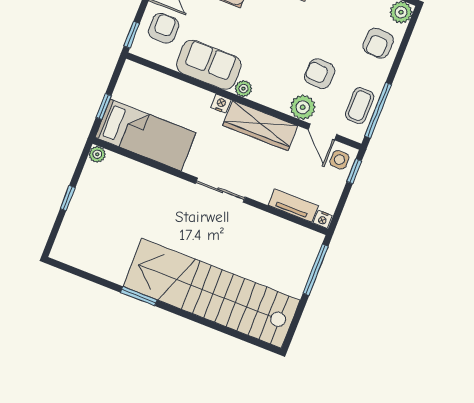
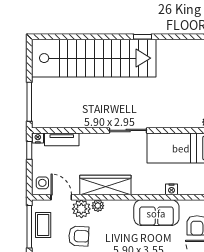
plant: (243, 89) -> (98, 206), moved
nightstand: (221, 104) -> (172, 189), moved
window: (354, 171) -> (29, 150), moved
sliding door: (220, 190) -> (128, 130), moved
window: (139, 296) -> (142, 37), width x0.67

